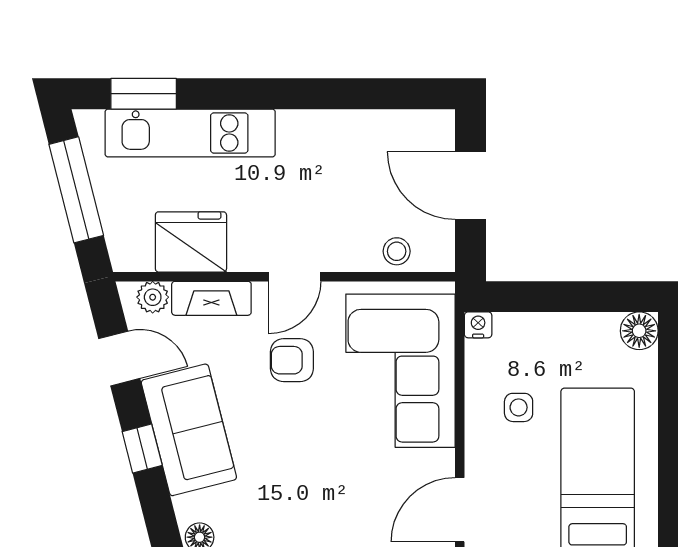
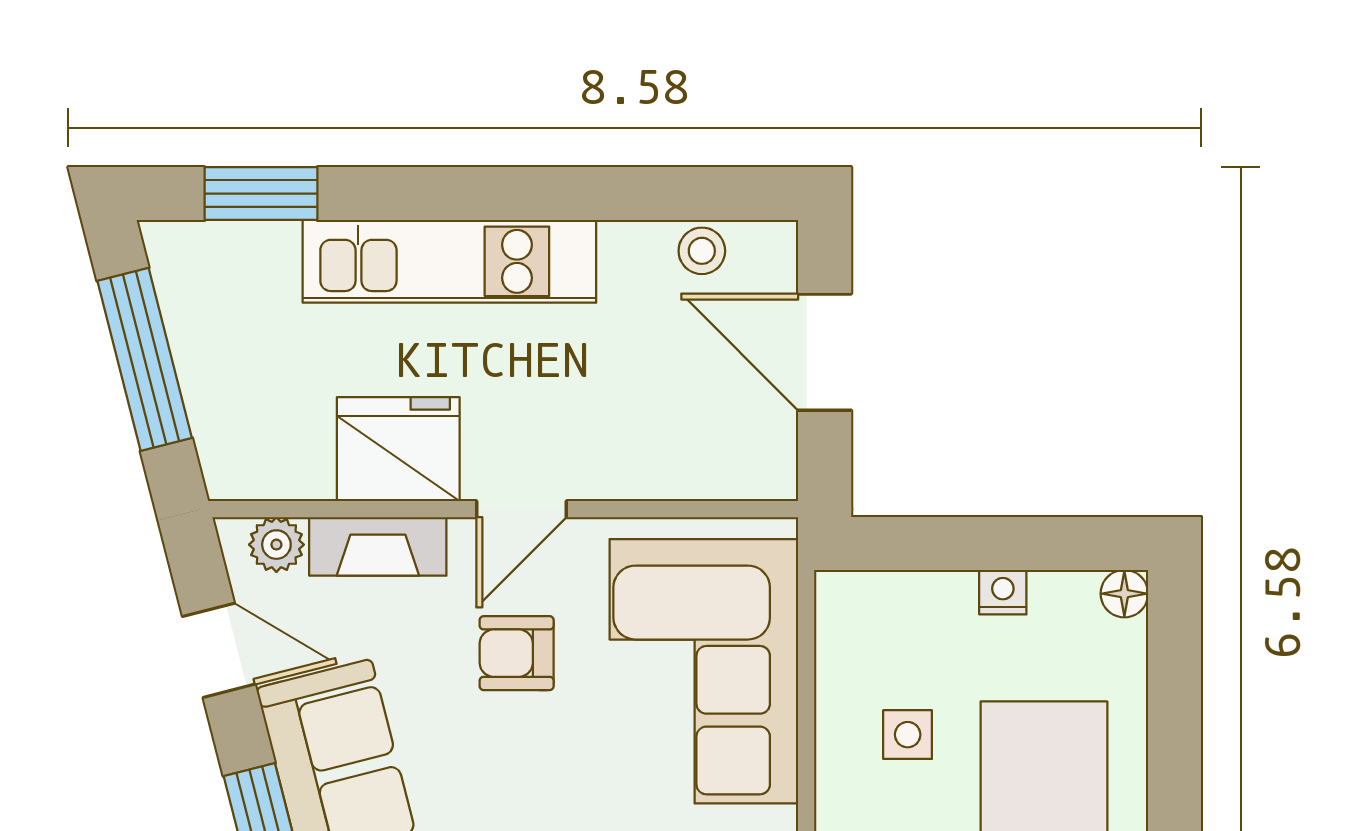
kitchen unit: (190, 133) -> (449, 261), moved
fridge: (191, 242) -> (398, 449), moved
stool: (397, 251) -> (702, 251), moved
nightstand: (478, 325) -> (1003, 592), moved
floor lamp: (639, 331) -> (1124, 594), width x0.73, depth x0.73

